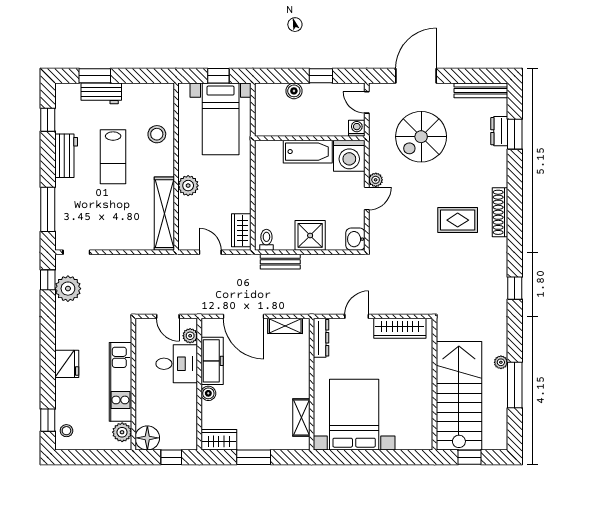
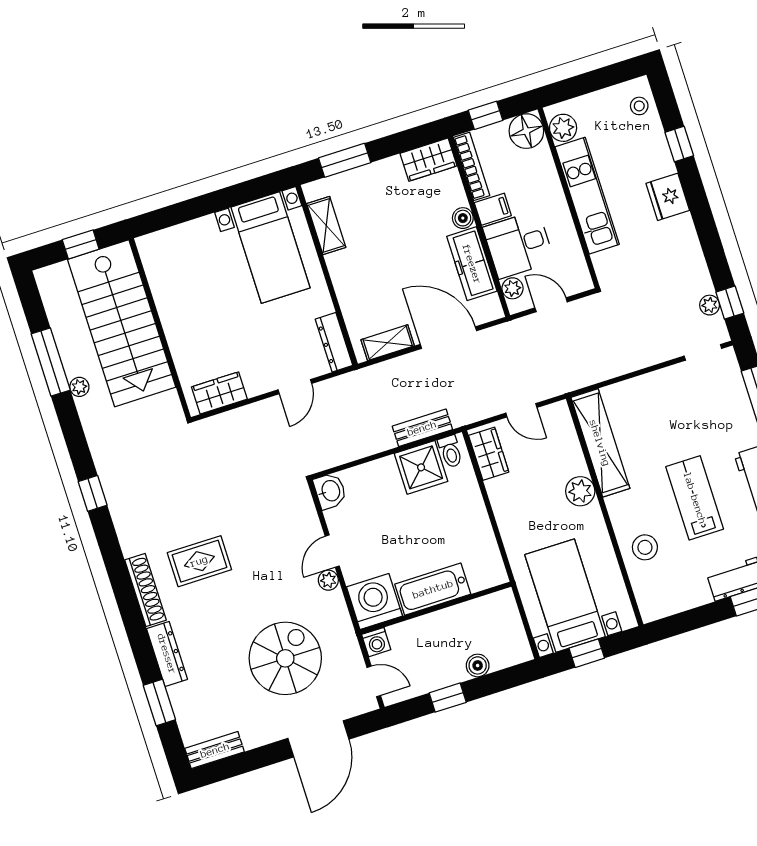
bench: (481, 90) -> (215, 750), width x0.73
dresser: (499, 131) -> (167, 654), moved, width x1.44
shower: (310, 235) -> (421, 467), moved
plant: (68, 289) -> (710, 305), width x0.53, depth x0.53
wardrobe: (400, 328) -> (219, 393), width x0.67
filing cabinet: (186, 393) -> (493, 209), added
bed with nightstands: (354, 415) -> (270, 248), width x0.73
window: (48, 420) -> (679, 144), moved
bookcase: (192, 426) -> (472, 166), added
window: (254, 457) -> (345, 160), moved

